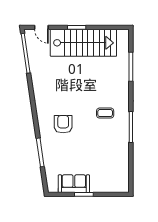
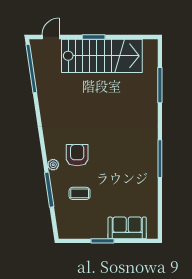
door: (41, 27) -> (51, 37), swing flipped
coffee table: (105, 113) -> (80, 193), moved
plant: (44, 132) -> (53, 165), added
sofa: (74, 184) -> (127, 228), moved

